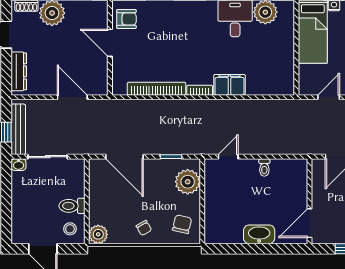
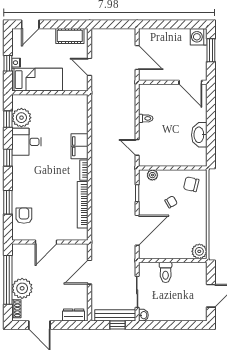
armchair: (126, 19) -> (24, 216), moved
dresser: (19, 71) -> (74, 315), width x0.70
plant: (188, 182) -> (152, 175), width x0.53, depth x0.53
toilet: (72, 206) -> (166, 272), moved
chair: (144, 228) -> (171, 202), moved
stool: (70, 229) -> (195, 274), removed
washbasin: (259, 234) -> (199, 135), moved

